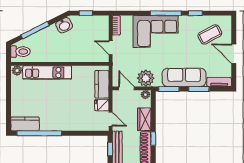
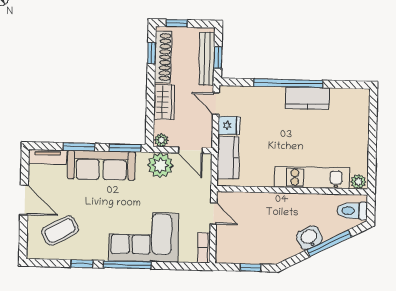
washbasin: (64, 25) -> (310, 238), moved
kitchen counter: (25, 124) -> (307, 98), moved
window: (39, 133) -> (288, 83), moved
window: (153, 139) -> (151, 53), moved

